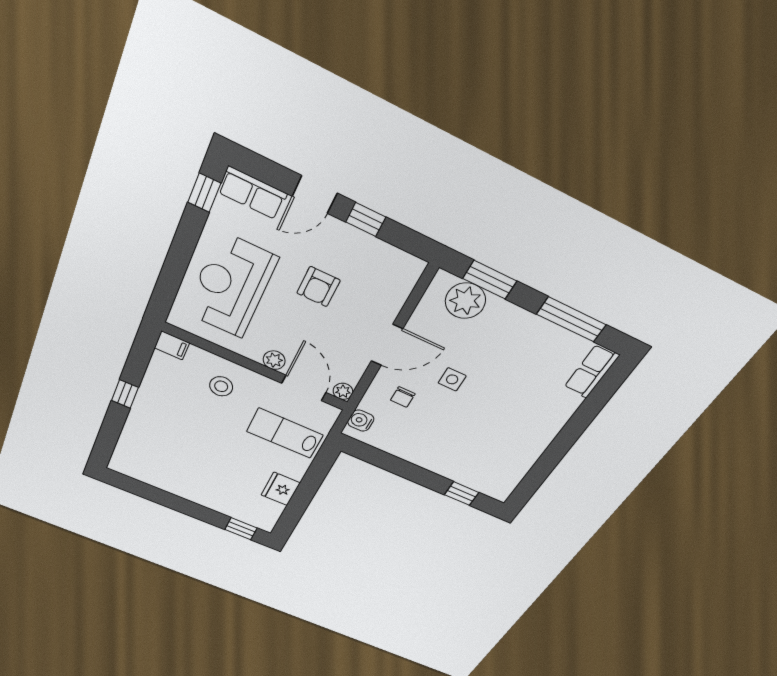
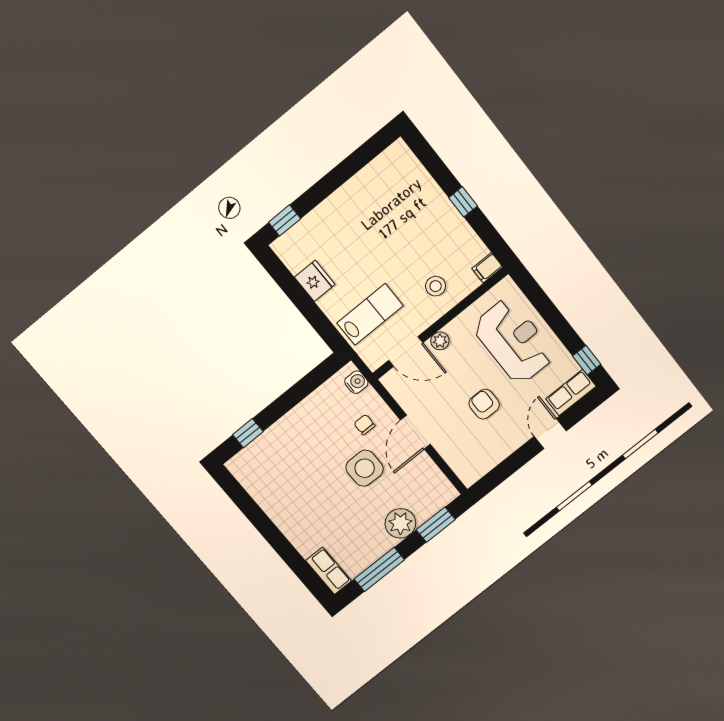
window: (366, 219) -> (518, 459), removed
plant: (465, 301) -> (400, 523), moved
side table: (452, 379) -> (365, 468), width x1.87, depth x1.87
plant: (343, 391) -> (389, 381), removed

